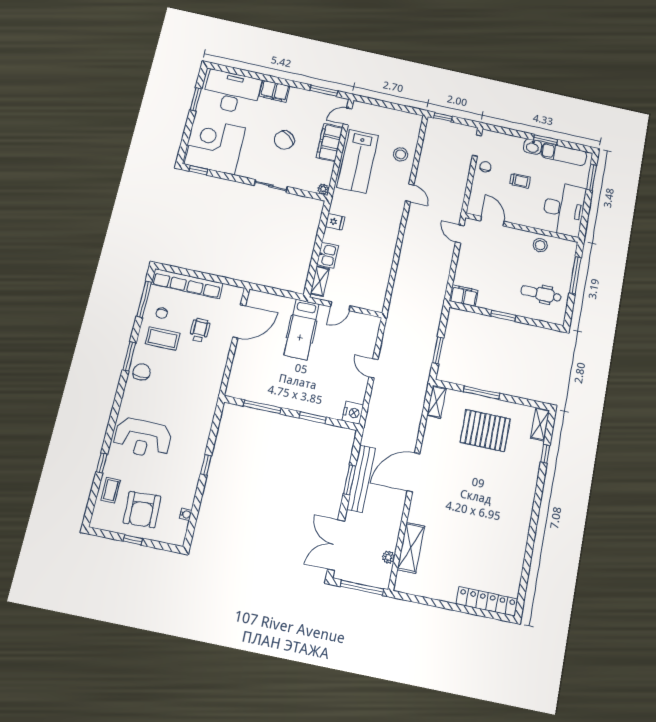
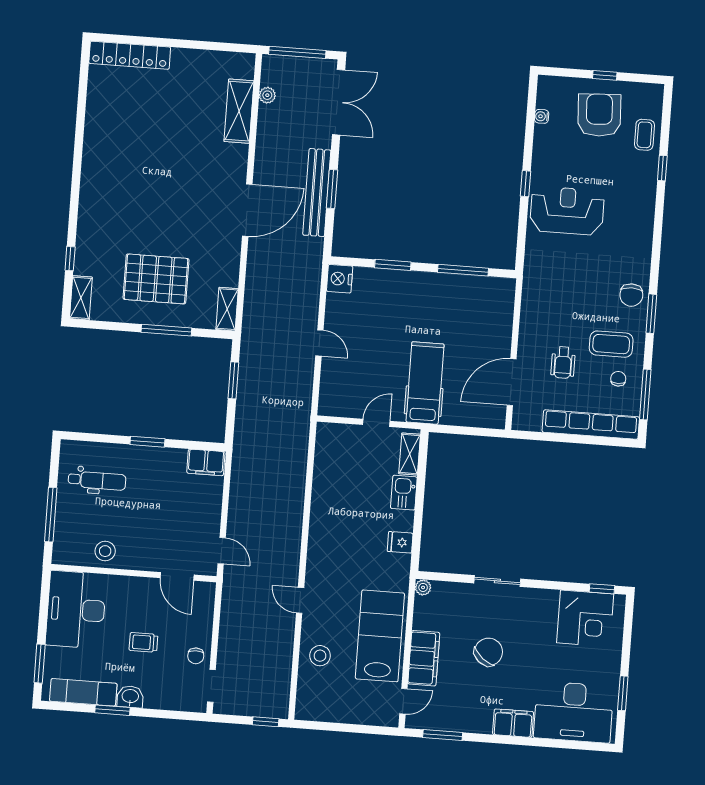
corner desk: (215, 146) -> (585, 618), width x0.74, depth x0.74
reception desk: (143, 438) -> (567, 211), moved

